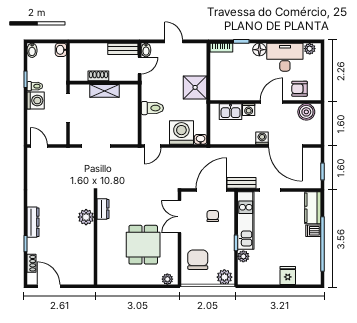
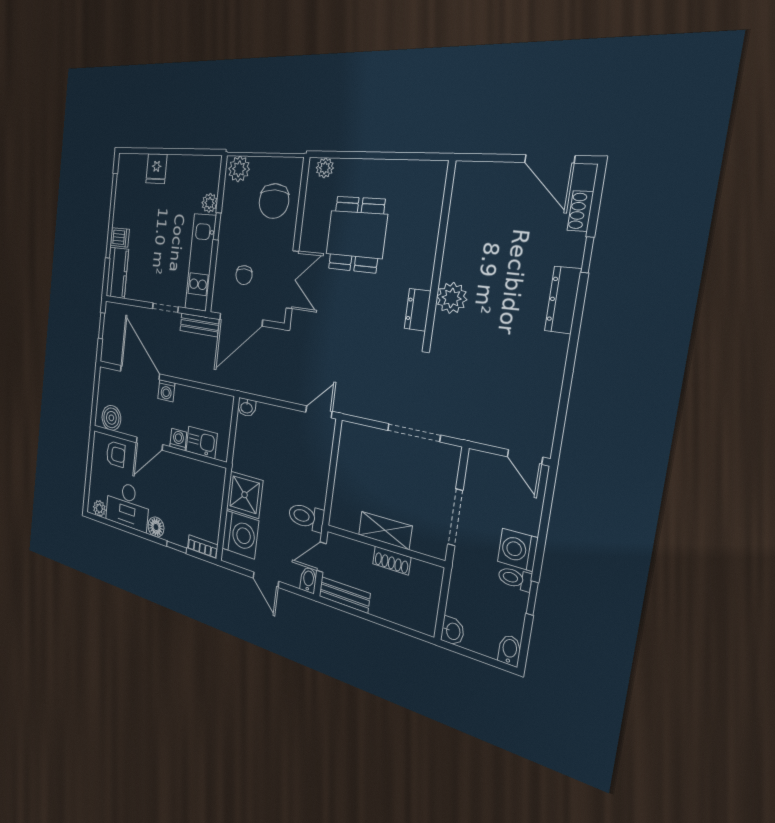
toilet: (152, 108) -> (306, 517), moved
washing machine: (181, 132) -> (240, 535), moved, turned -90

